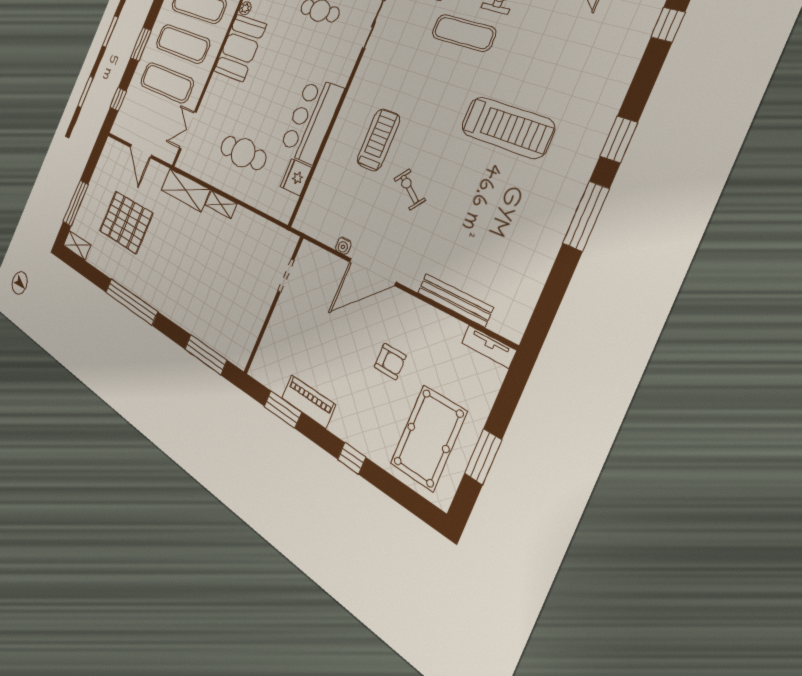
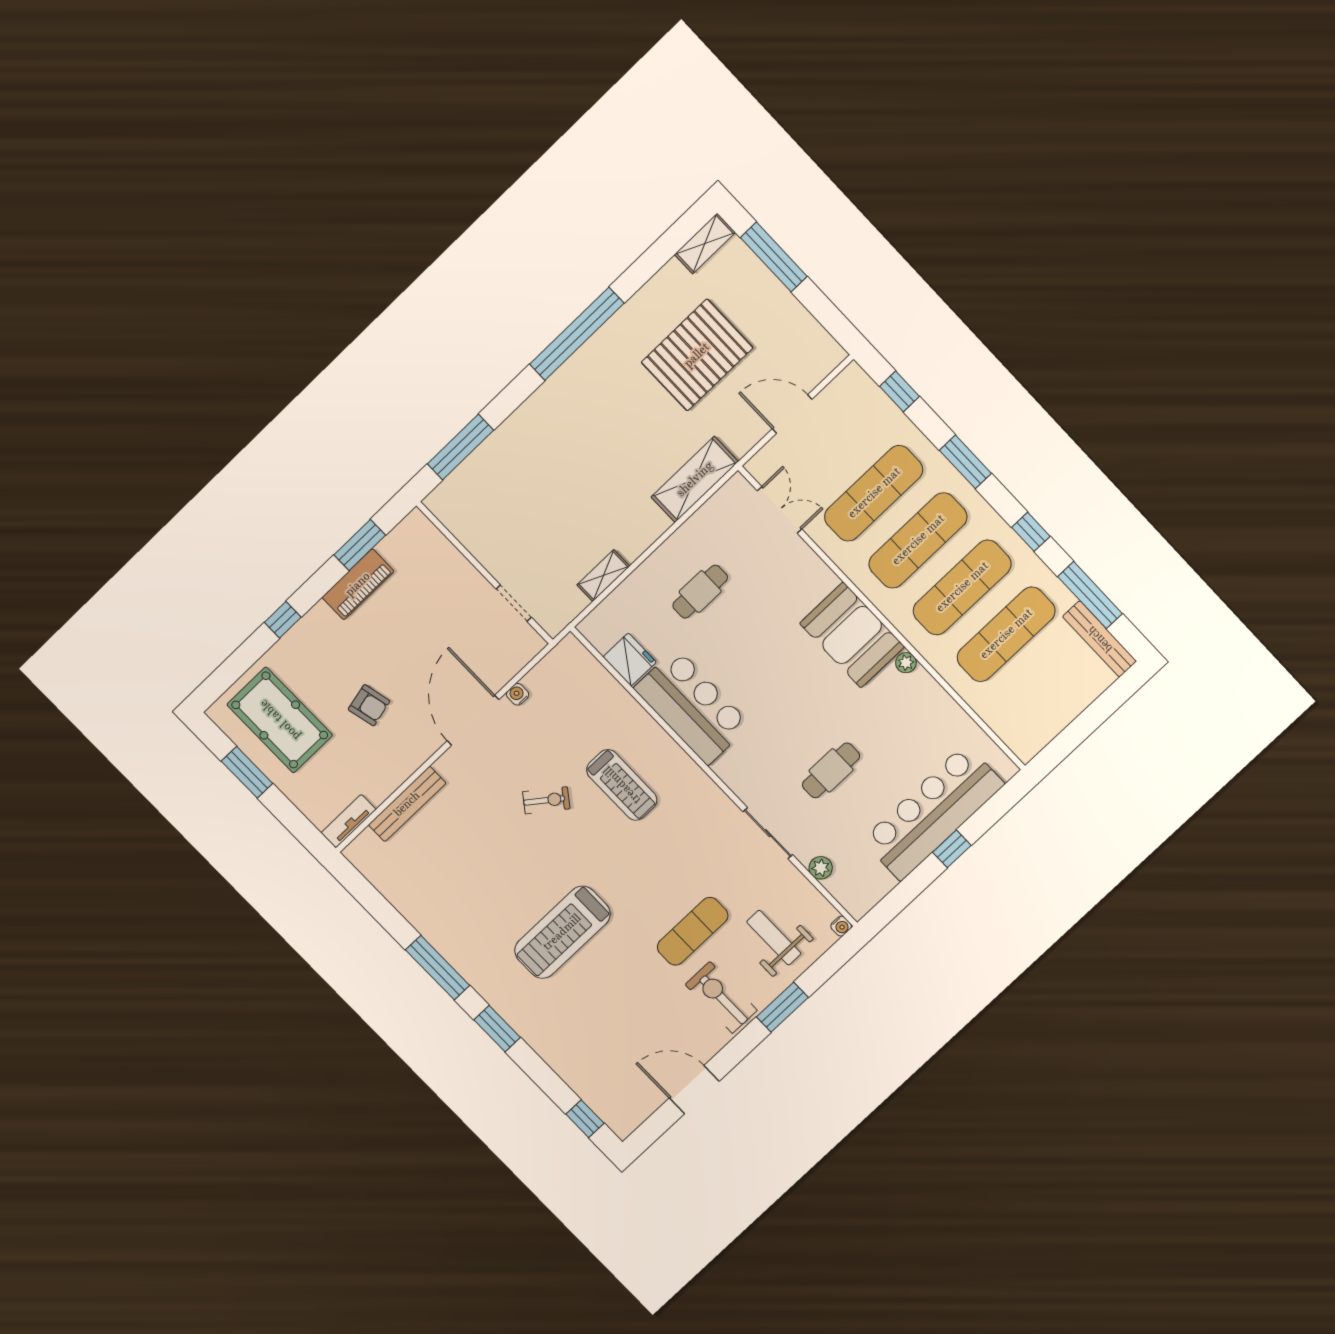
cafe table: (243, 153) -> (700, 592), width x0.73, depth x0.74
shelving: (221, 204) -> (603, 575), moved
armchair: (390, 361) -> (369, 705), turned -103

